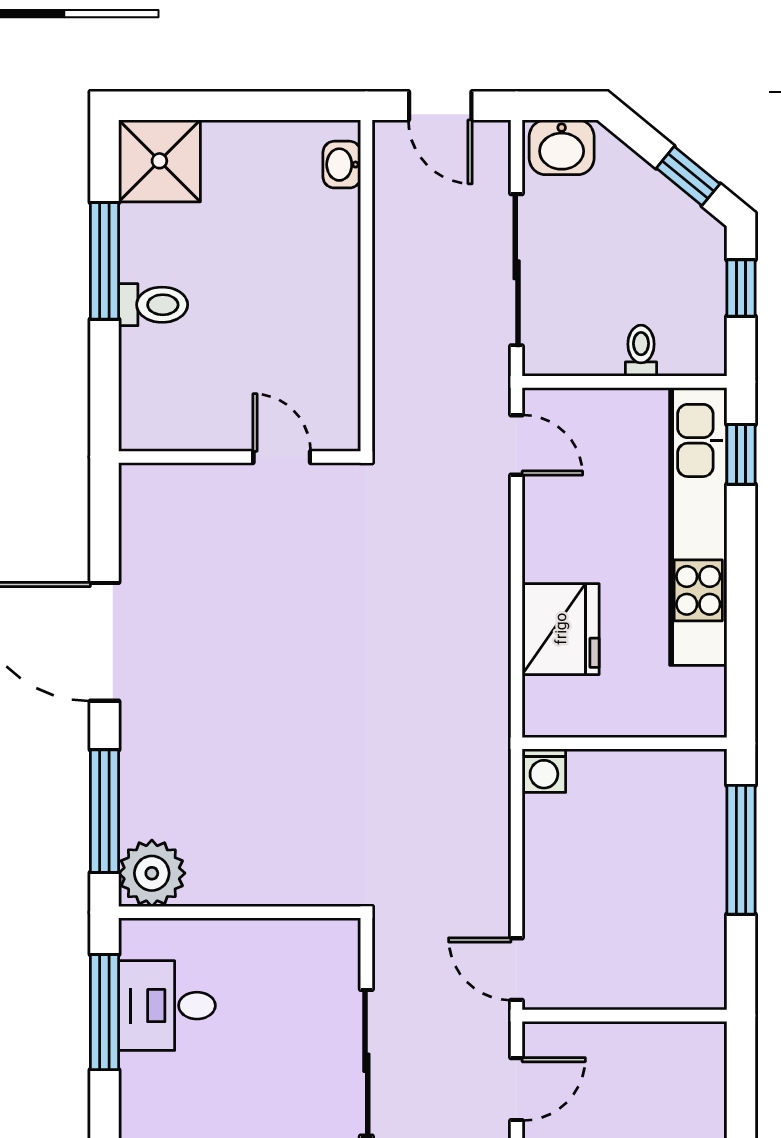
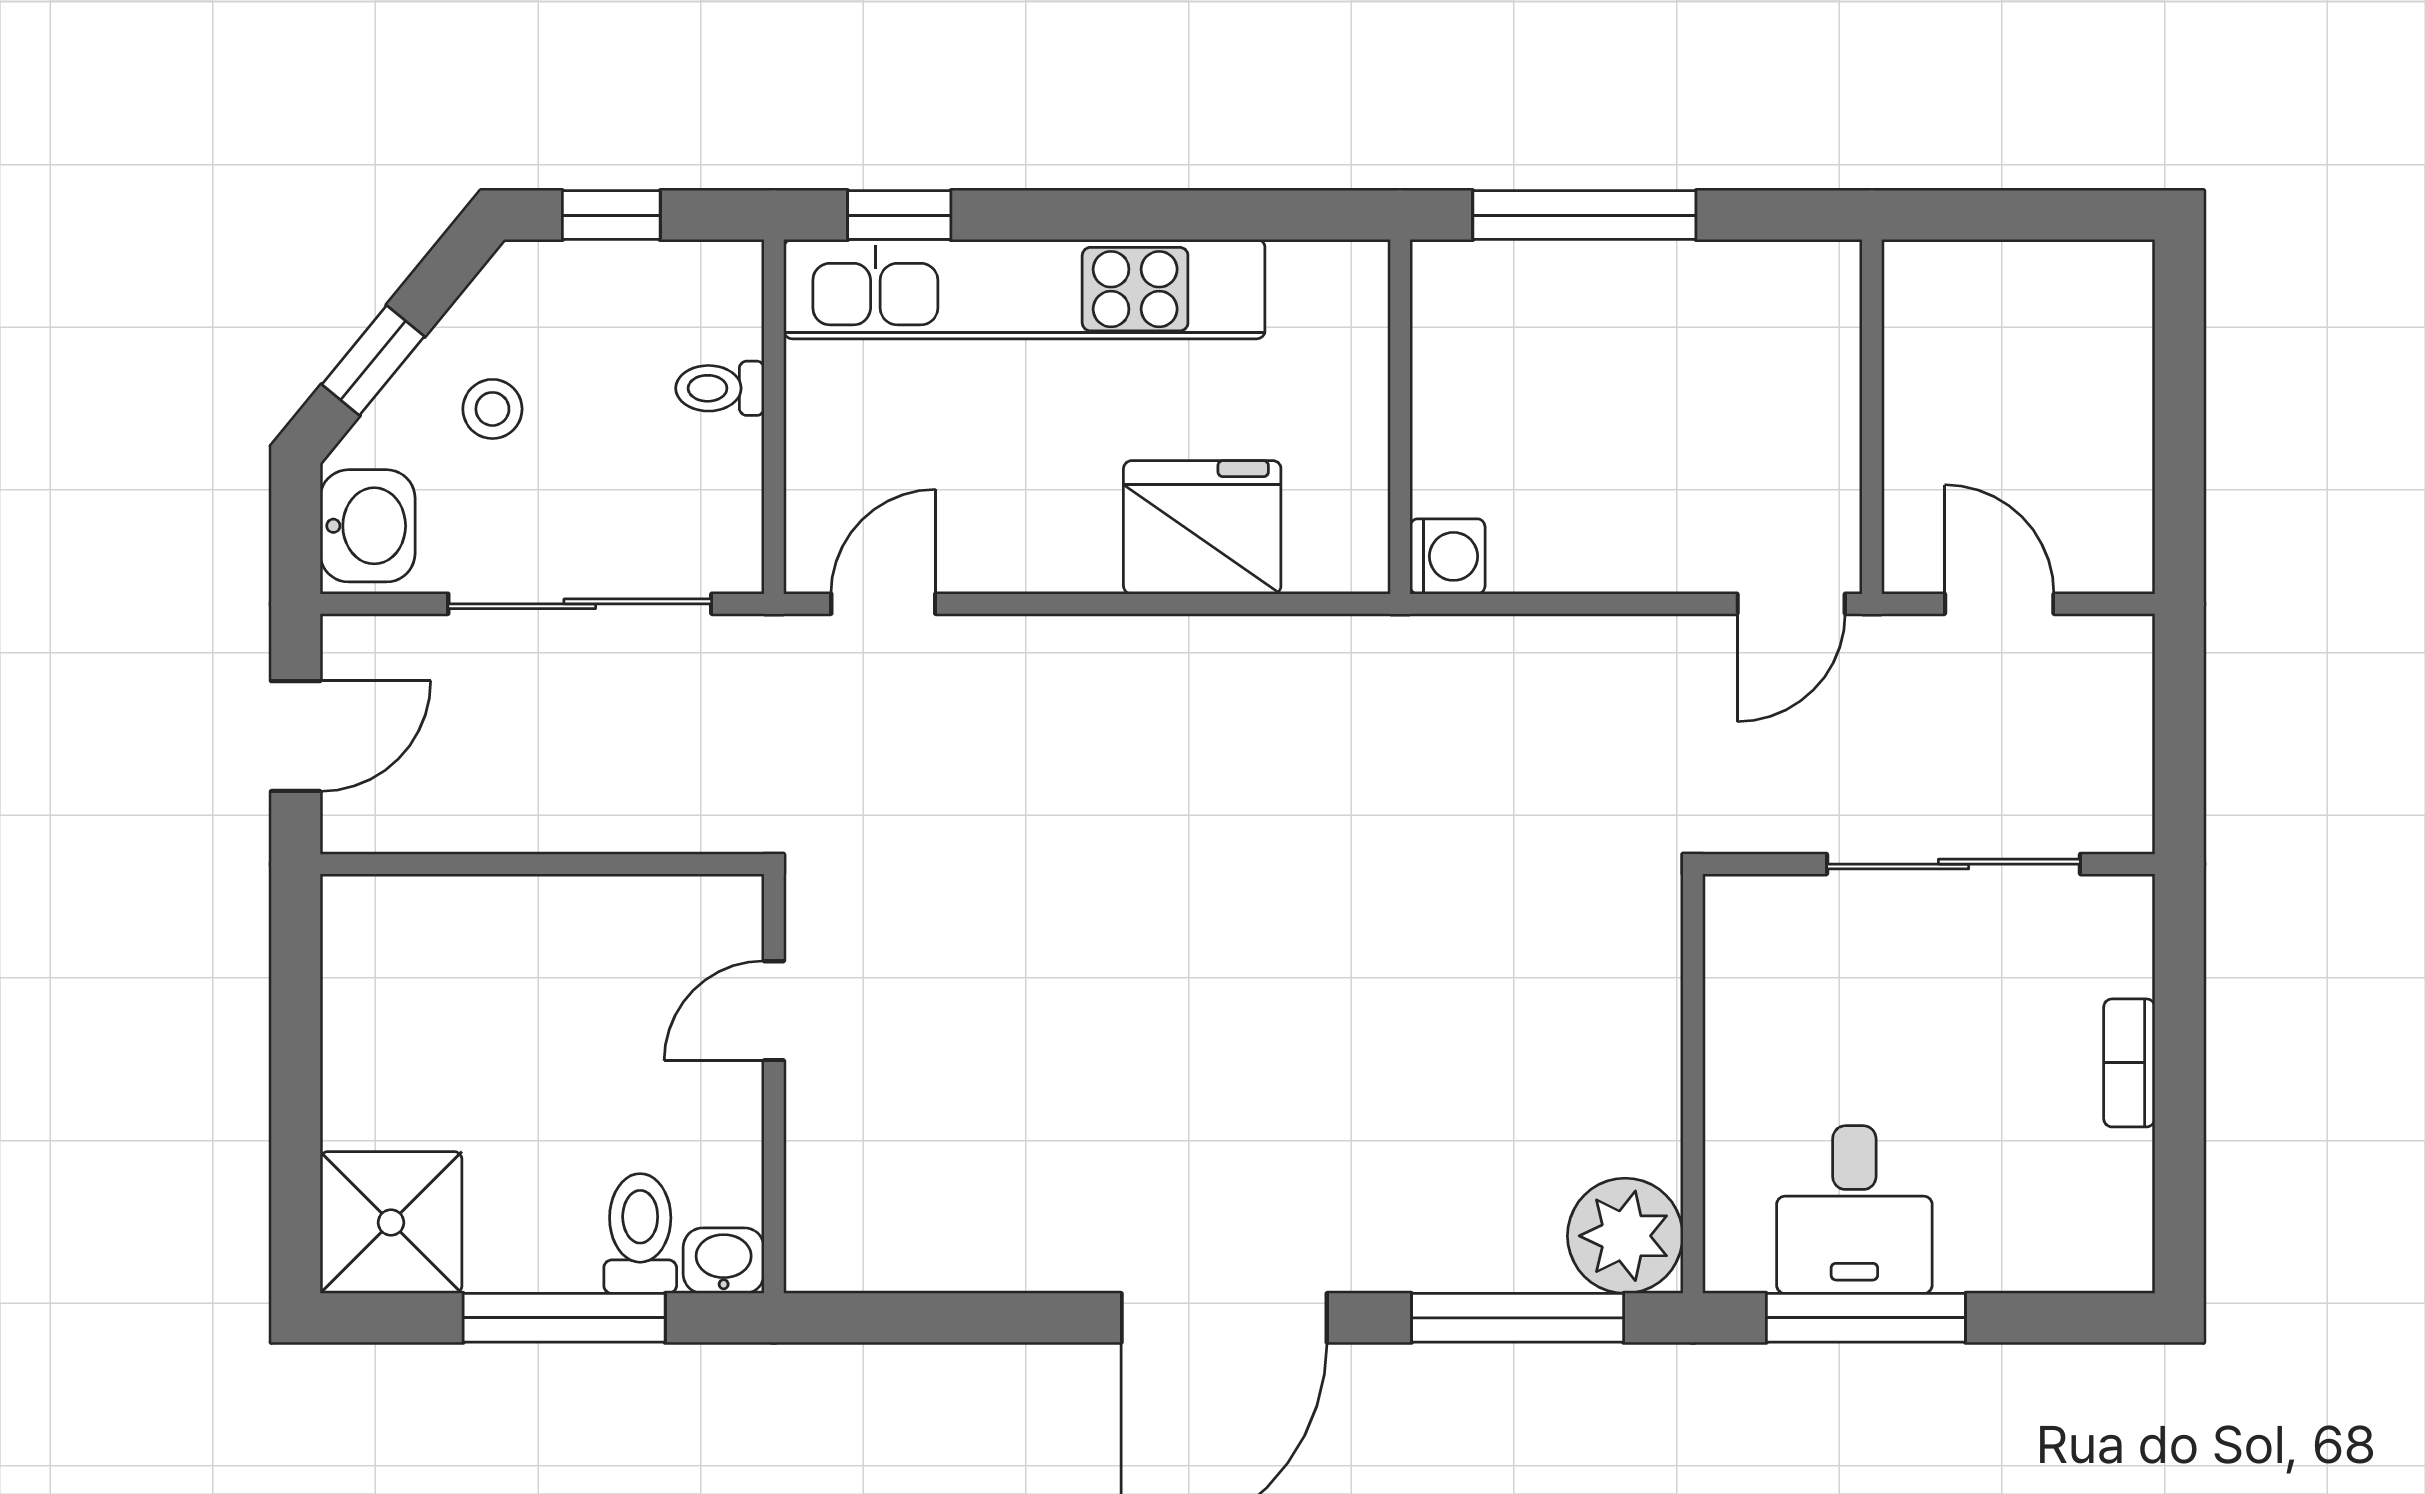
washbasin: (342, 165) -> (724, 1261), moved, turned 180
window: (688, 176) -> (373, 360), moved
stool: (629, 219) -> (492, 409), added
wall: (240, 457) -> (774, 1084), moved
door: (282, 457) -> (774, 1011), moved

